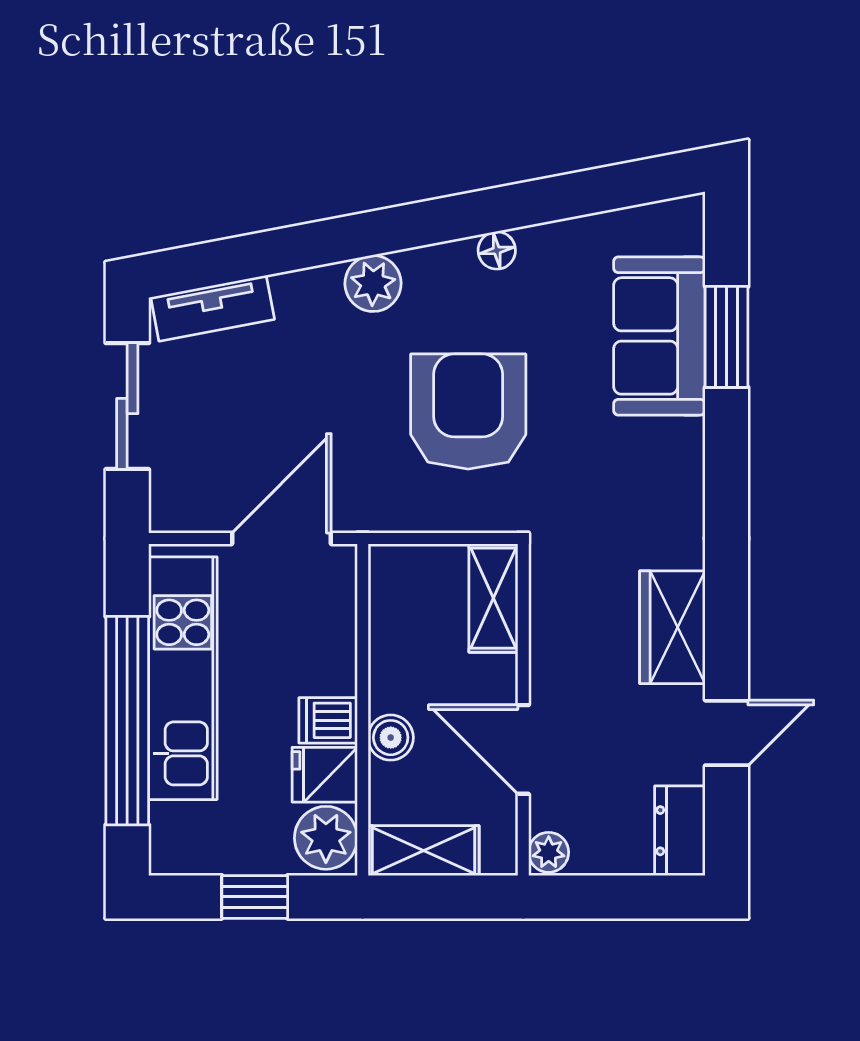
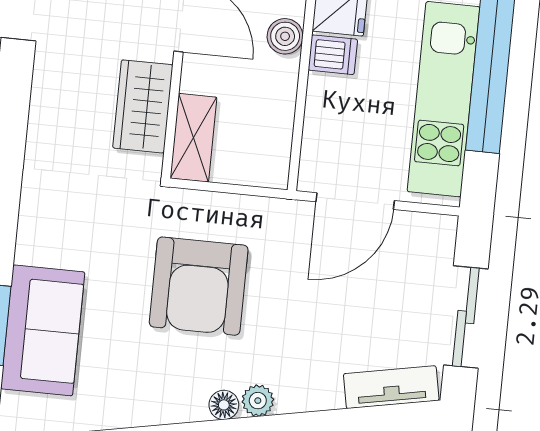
floor lamp: (497, 250) -> (224, 405), moved
plant: (373, 283) -> (258, 401), width x0.73, depth x0.73
wardrobe: (672, 627) -> (143, 106), moved, turned 180

